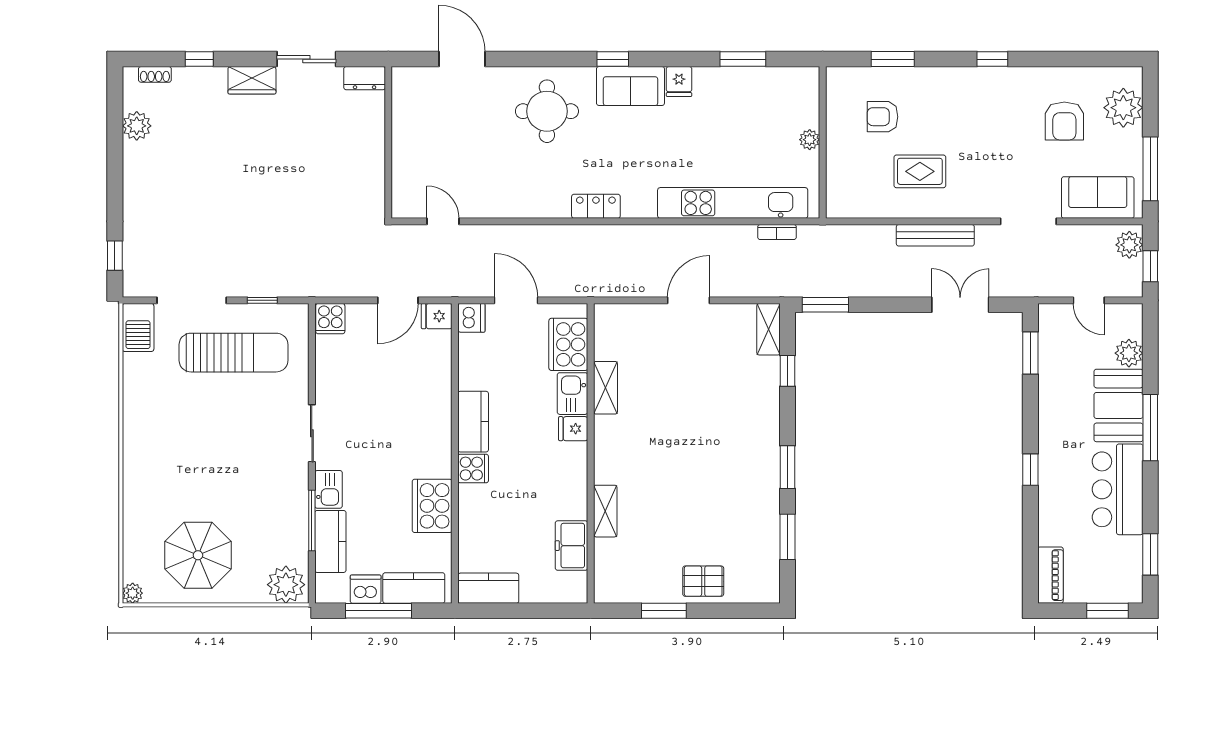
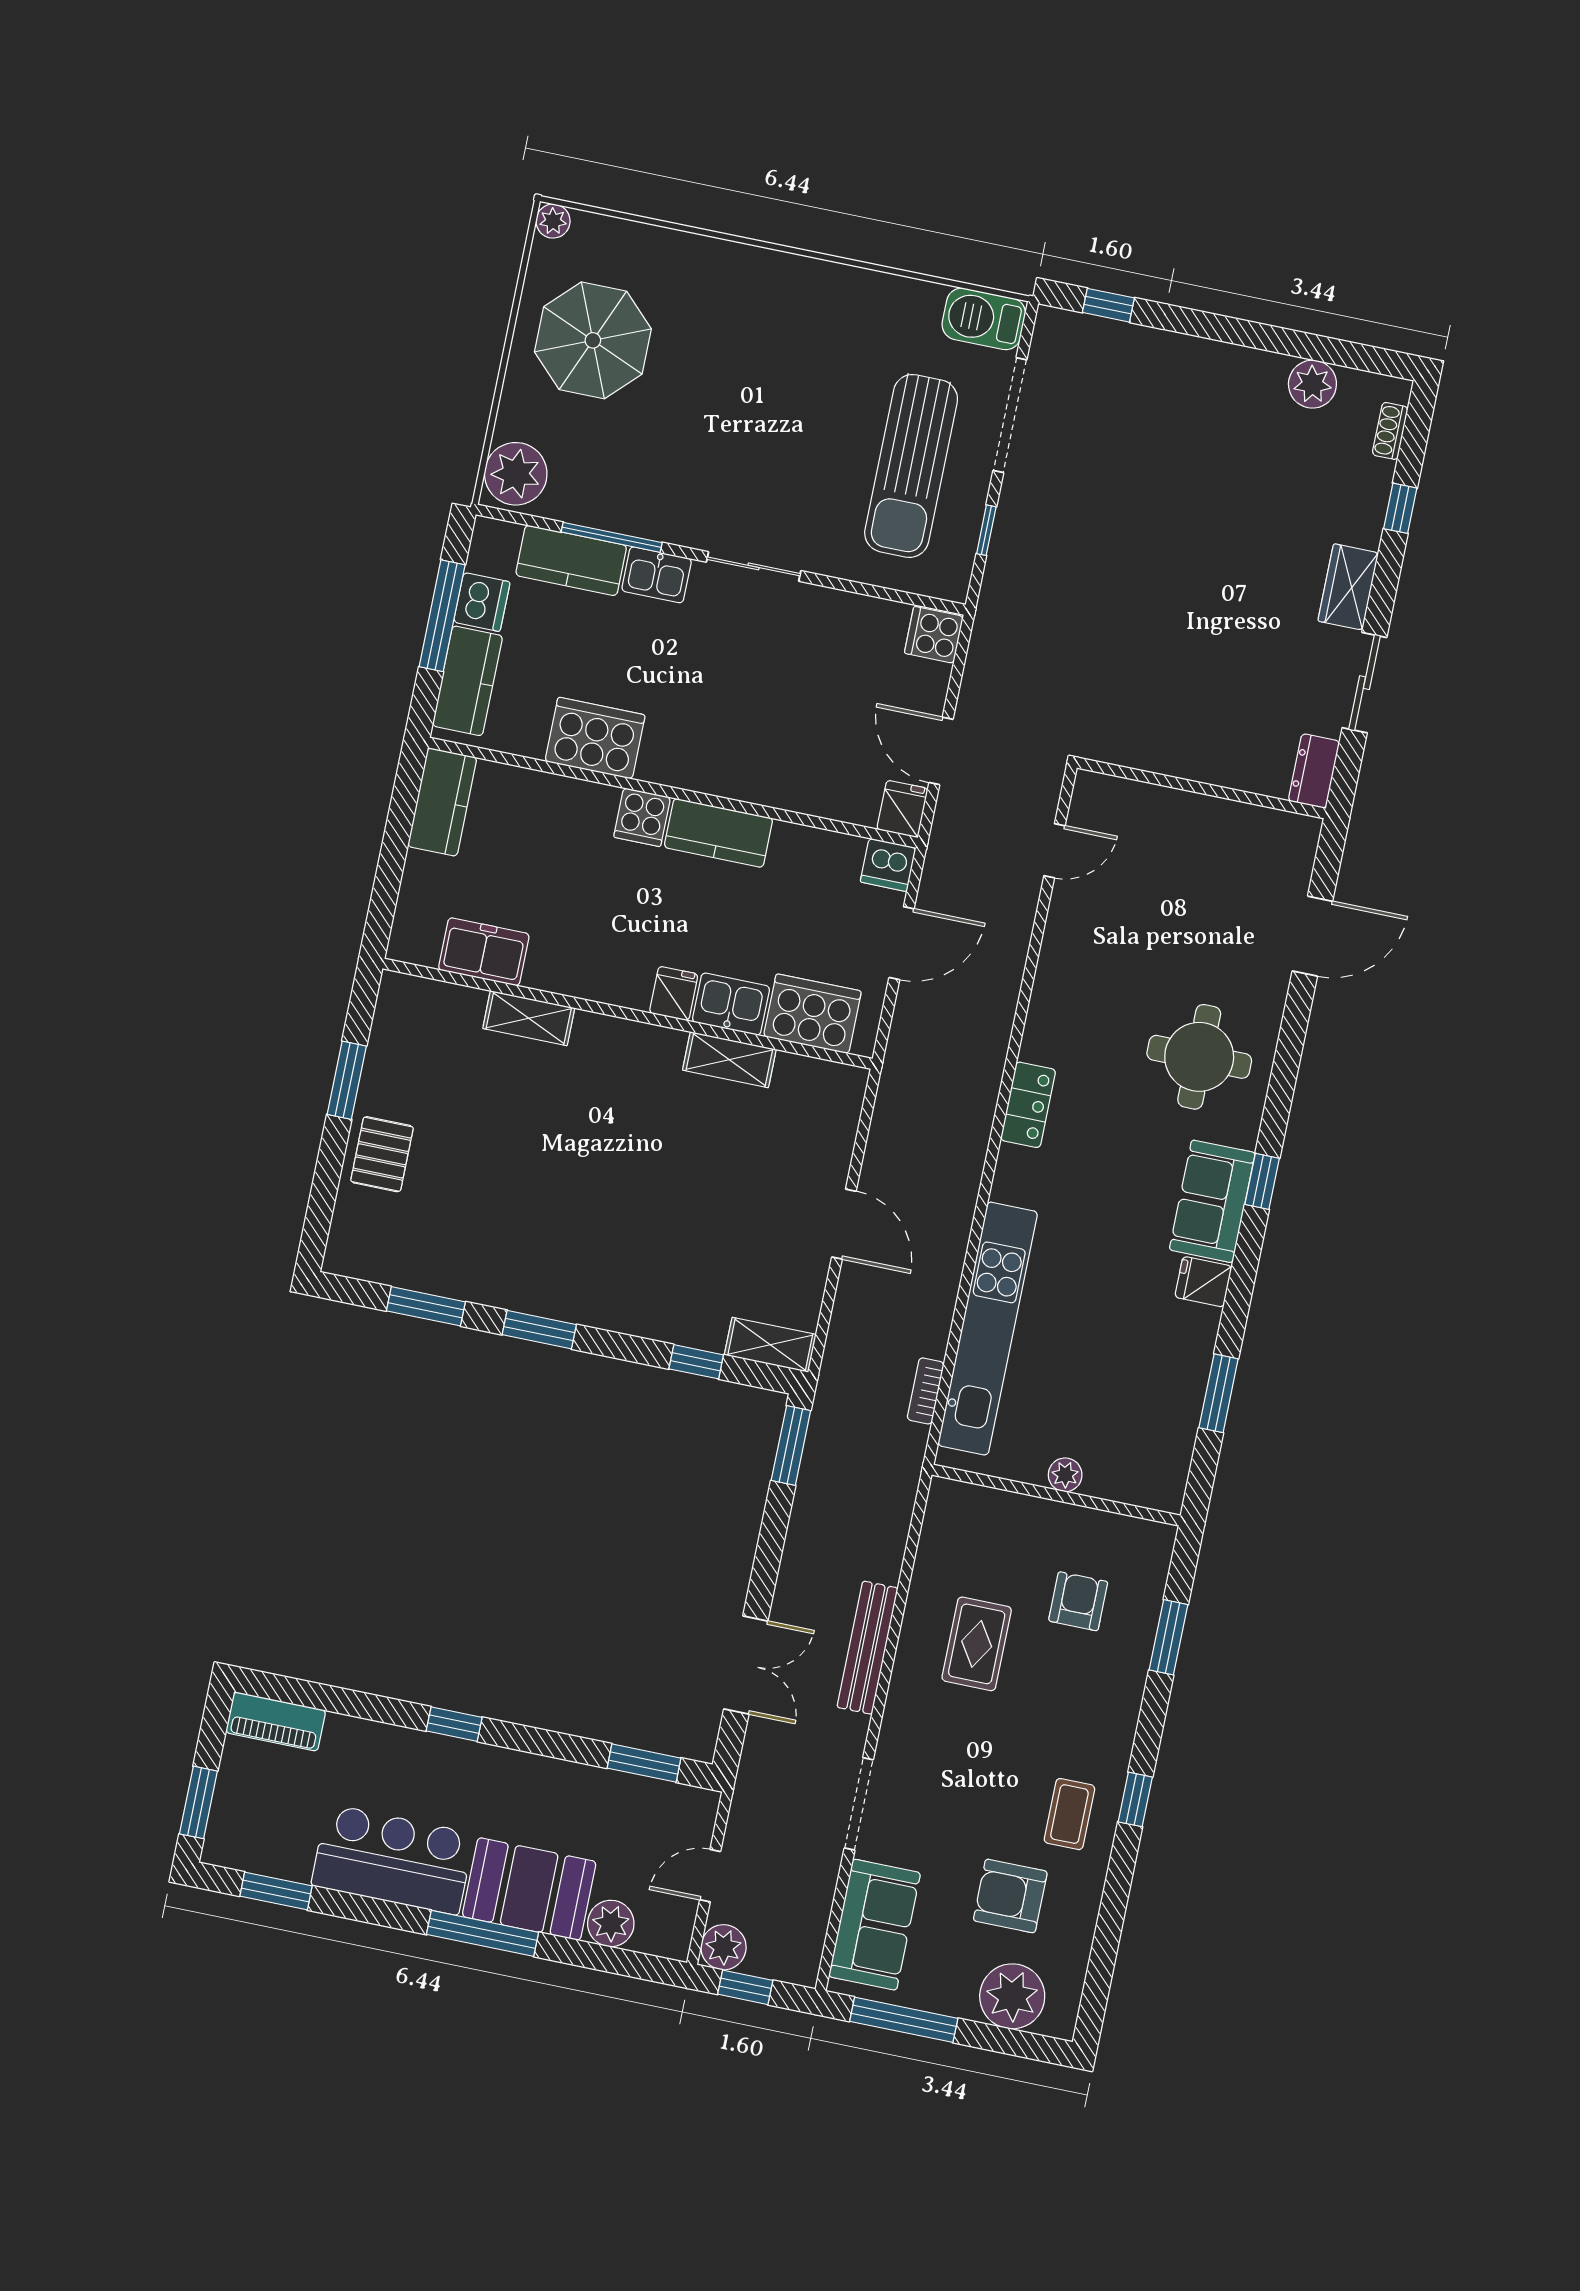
coffee table: (1009, 96) -> (1069, 1814), added
plant: (1129, 245) -> (724, 1947), moved

